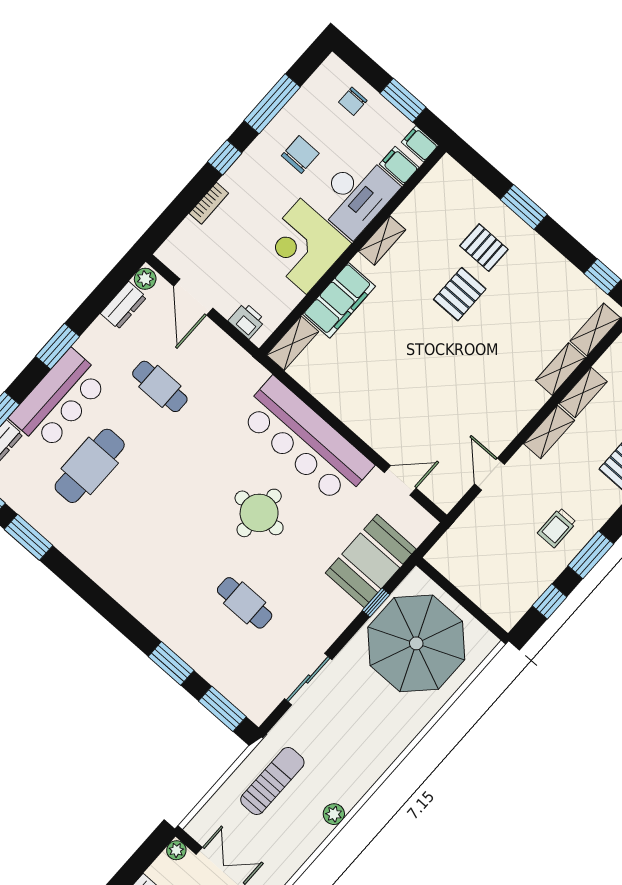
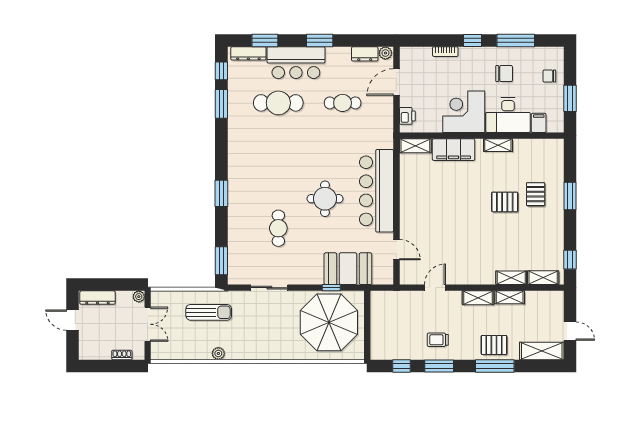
filing cabinet: (420, 144) -> (557, 123), removed
cafe table: (160, 386) -> (343, 103), turned 90
window: (171, 663) -> (221, 193), moved

